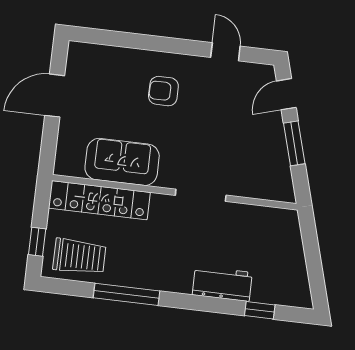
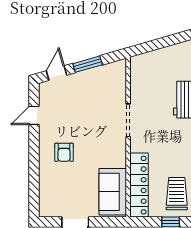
door: (286, 94) -> (57, 73), swing flipped
sofa: (122, 162) -> (113, 192), moved

